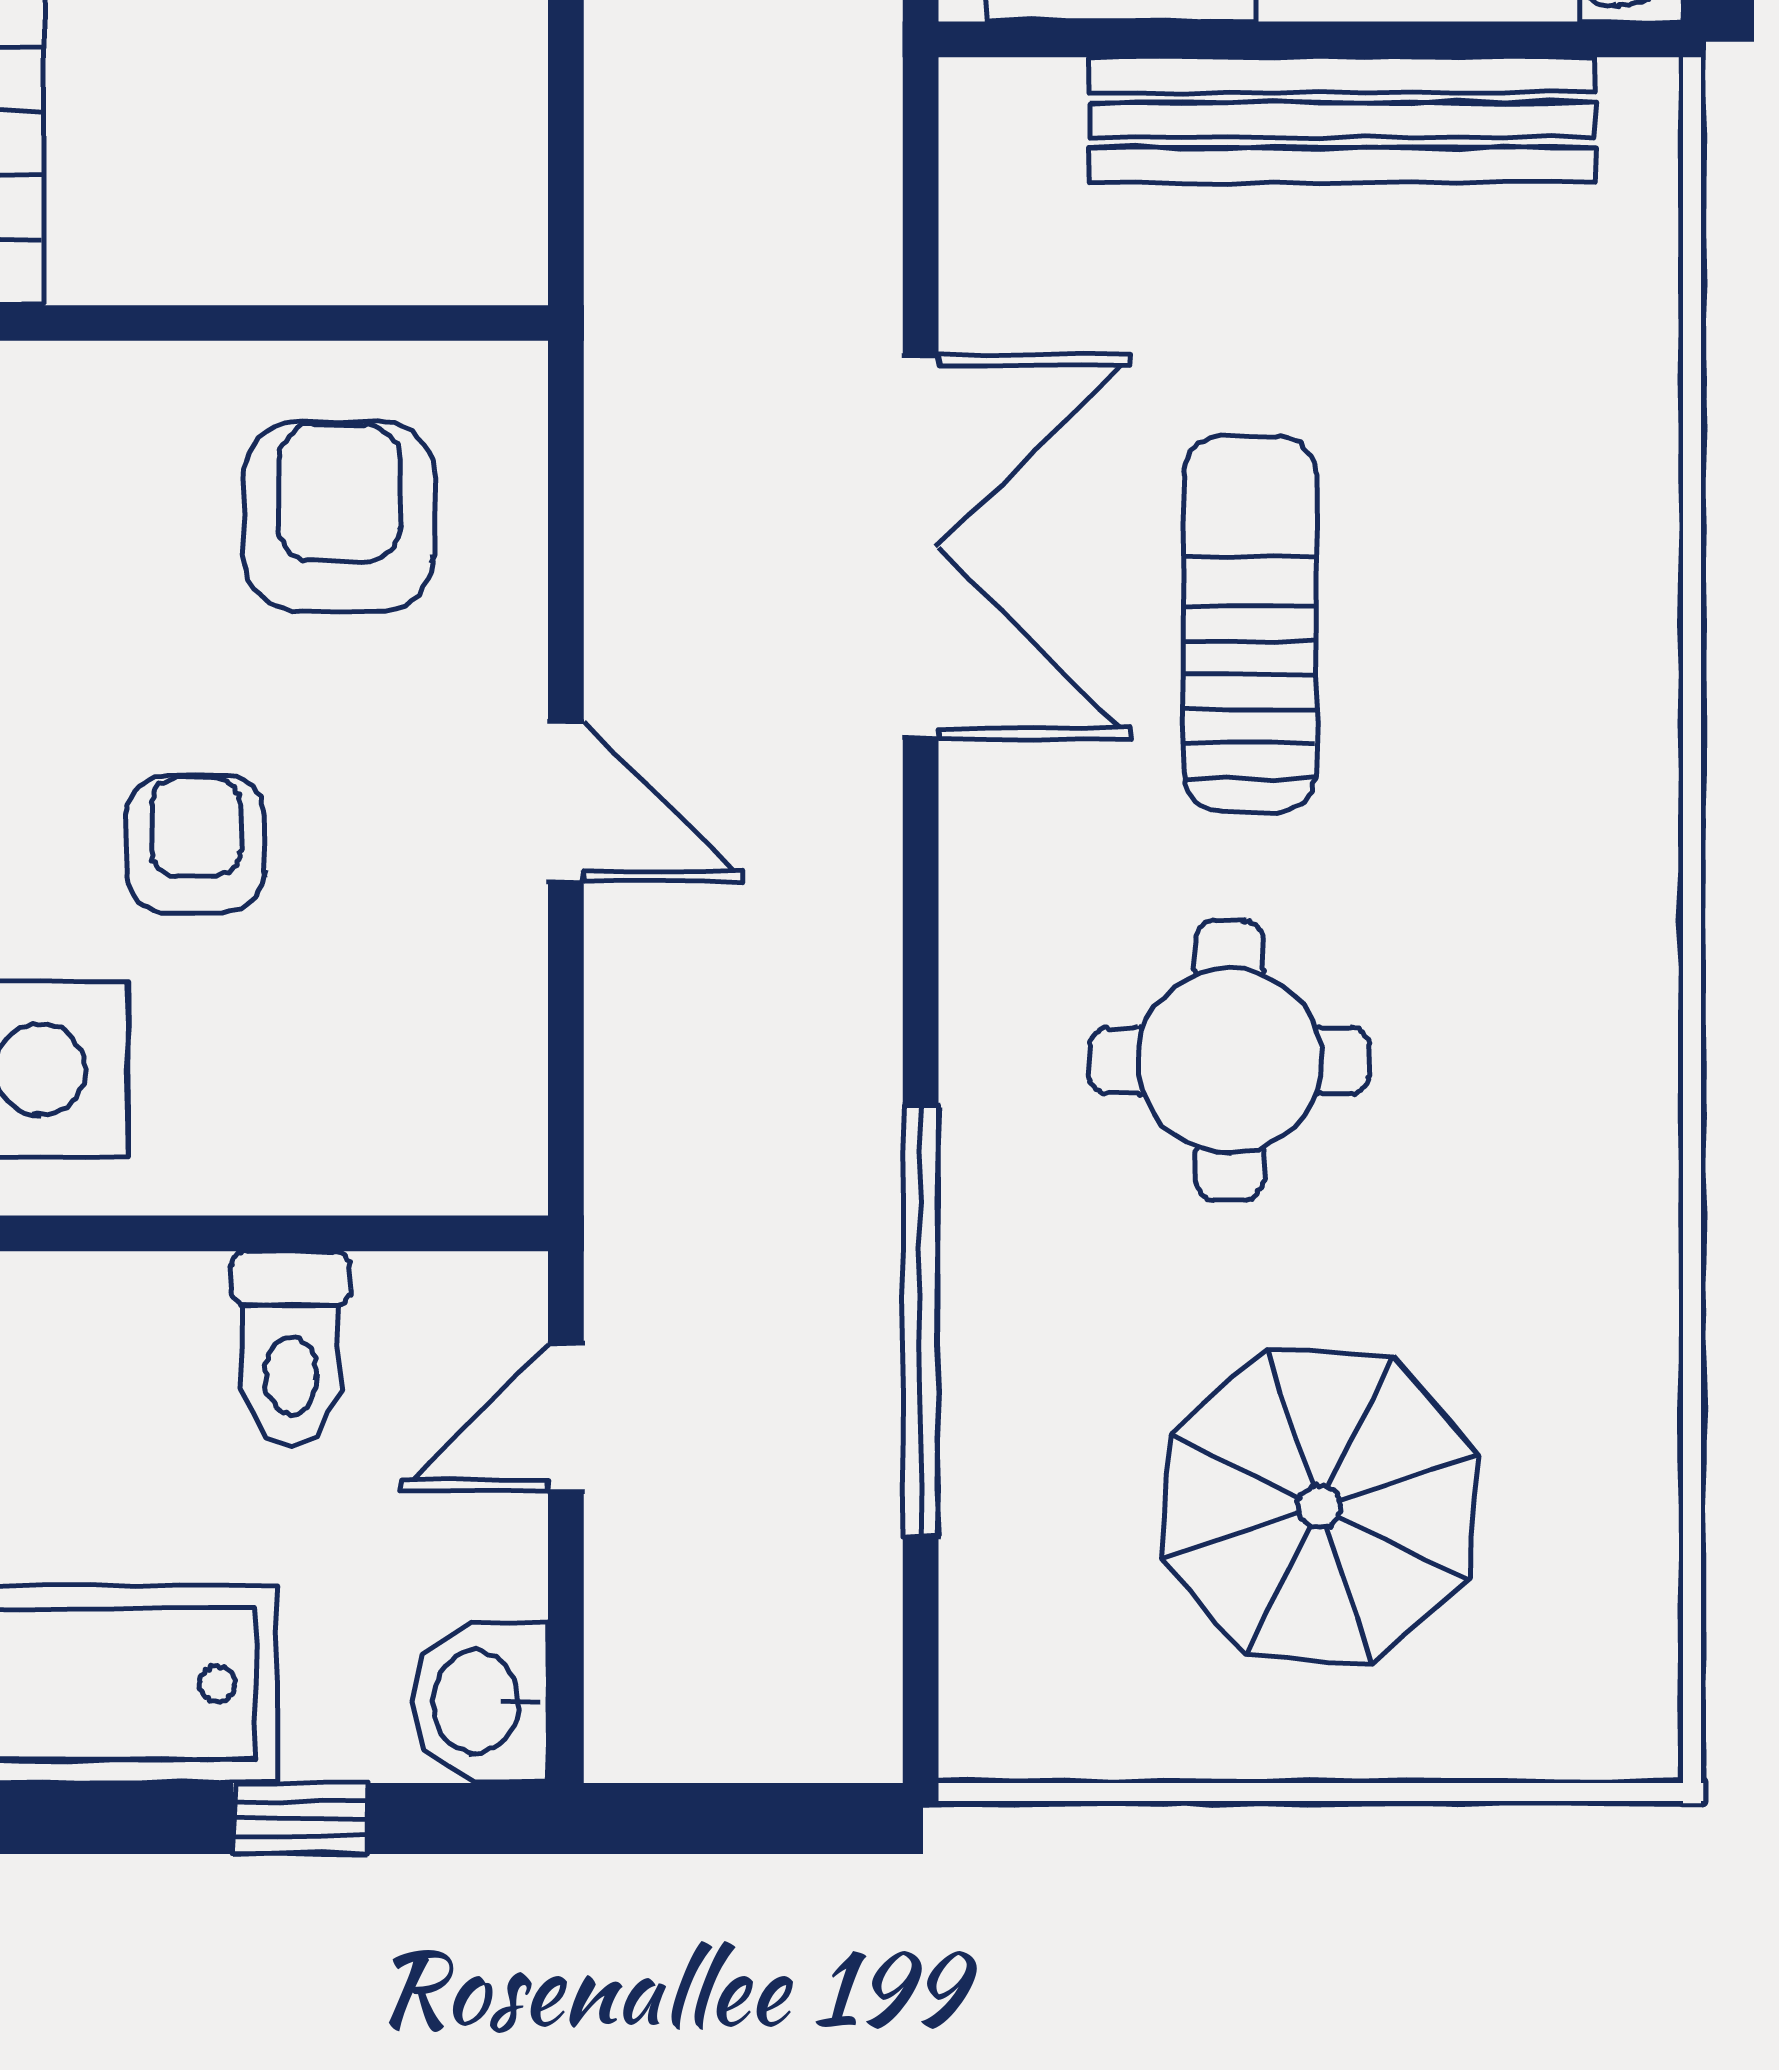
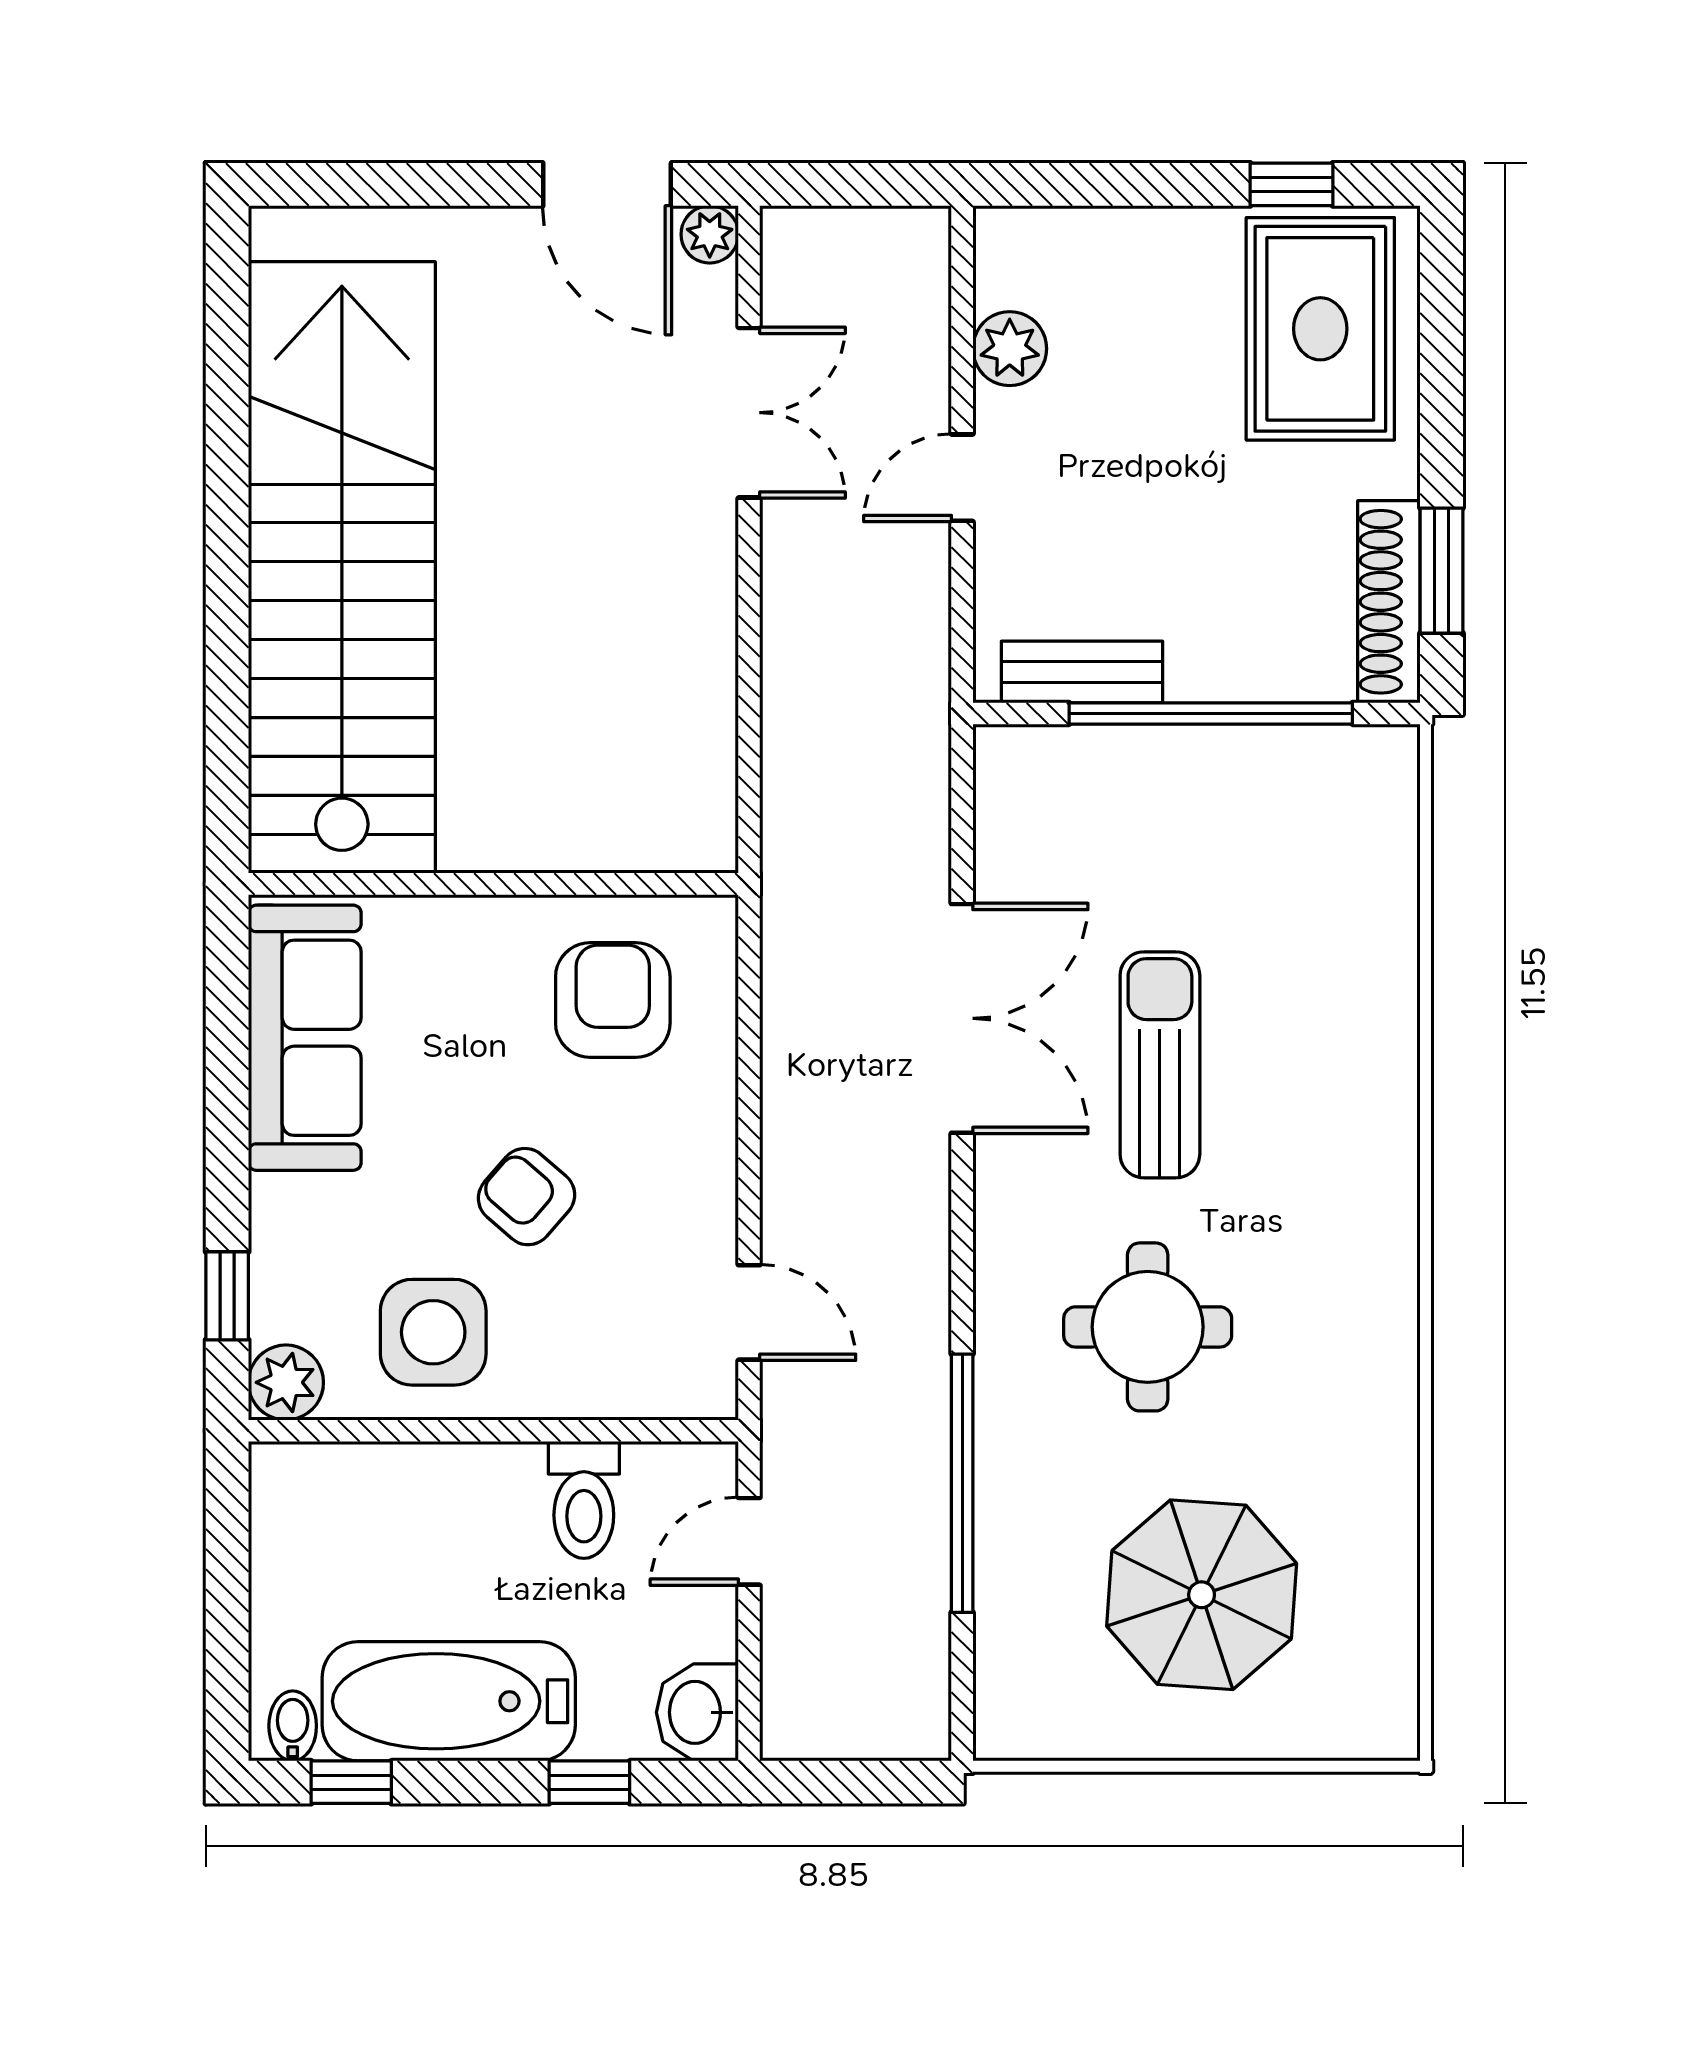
window: (1334, 39) -> (1211, 713), added
bench: (1343, 120) -> (1216, 762), removed
door: (566, 802) -> (749, 1312), moved
armchair: (195, 844) -> (527, 1197), turned -49

